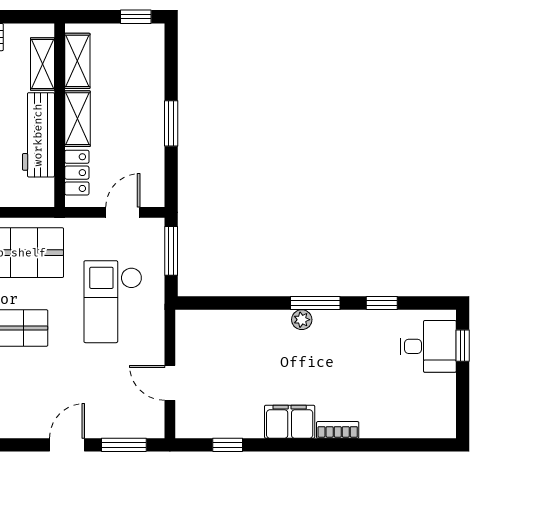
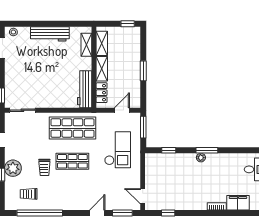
workbench: (38, 135) -> (85, 89), moved
checkout: (113, 302) -> (118, 150), turned 180
window: (382, 303) -> (169, 150), moved
door: (170, 383) -> (143, 196), moved
filing cabinet: (290, 422) -> (238, 203), moved

